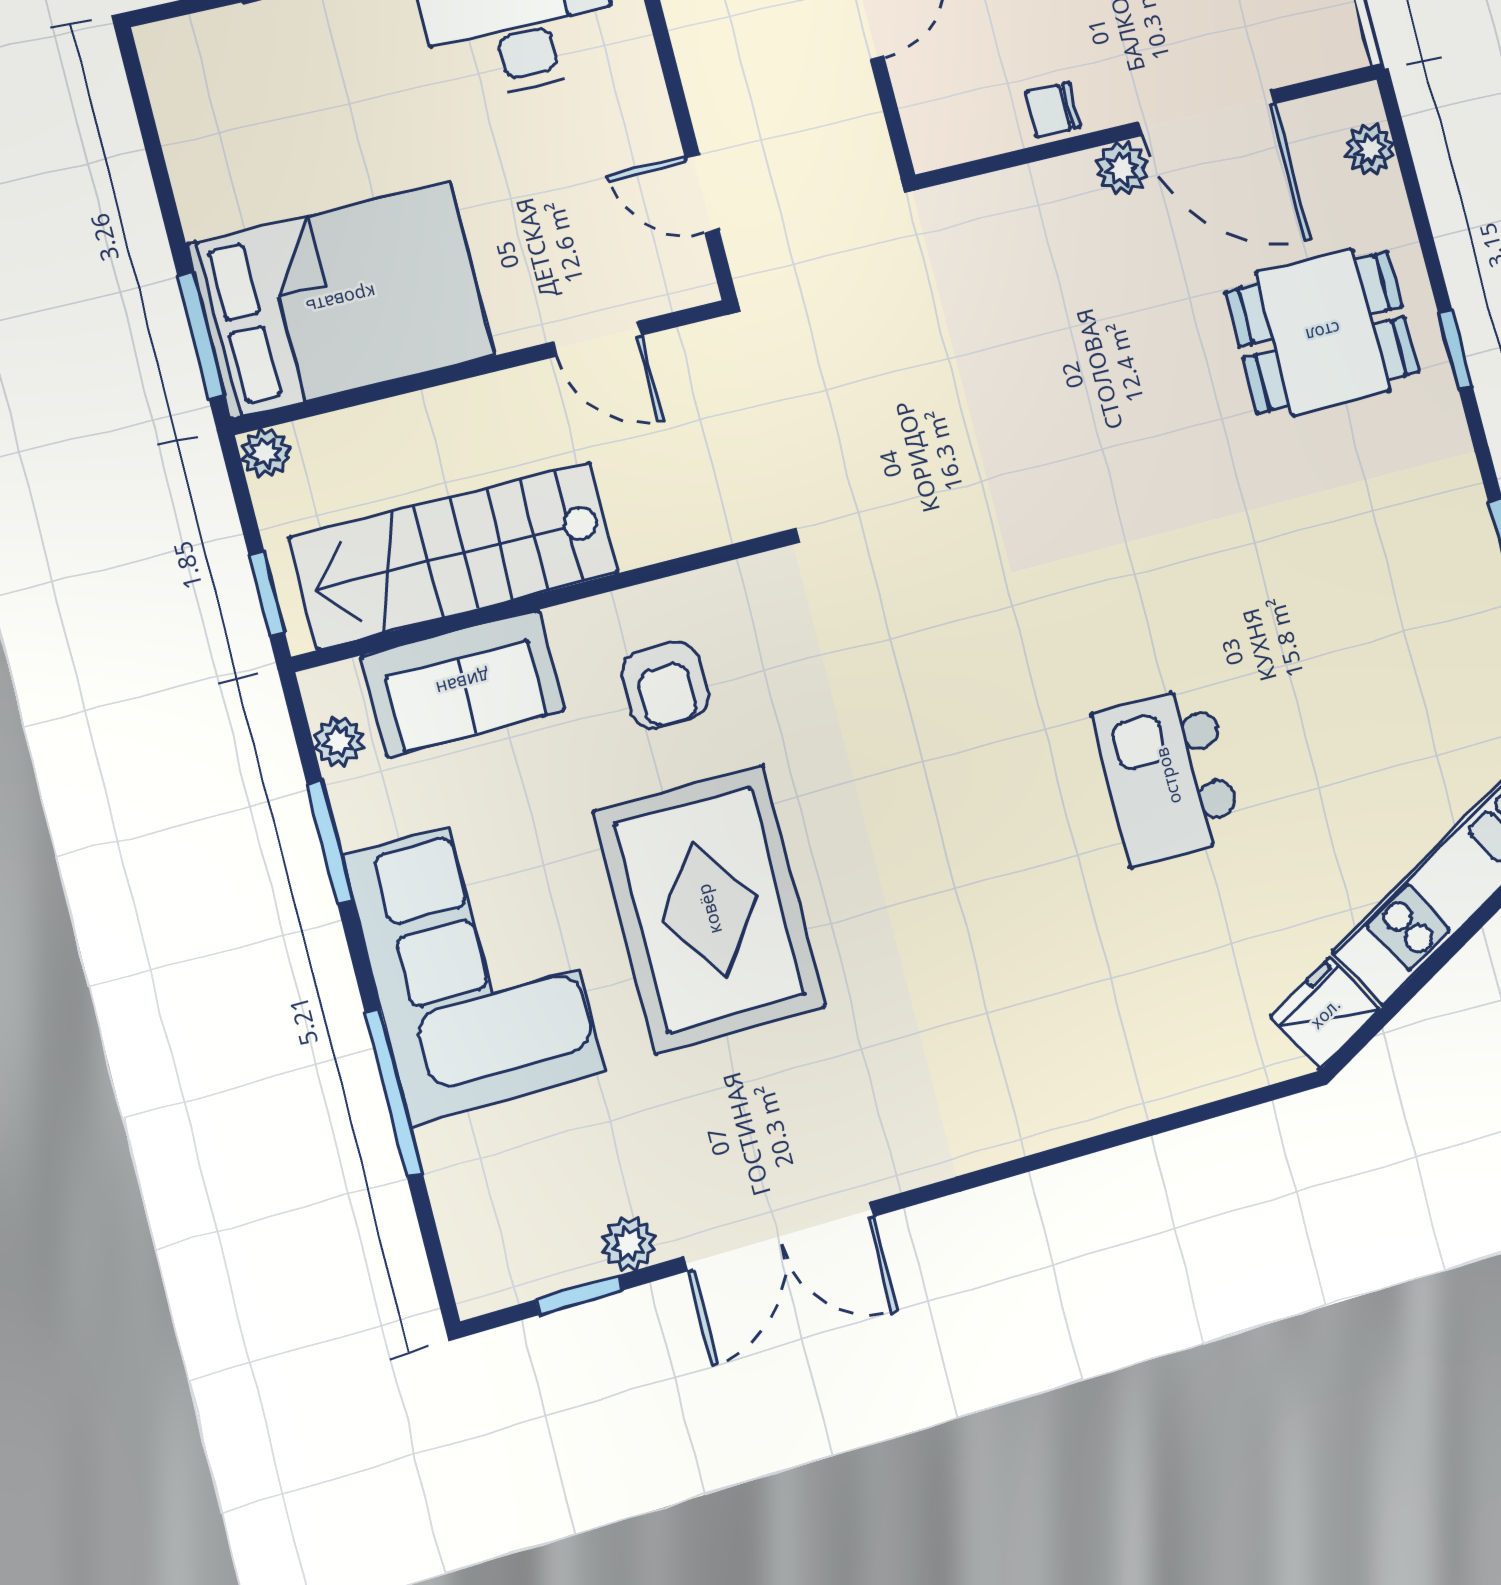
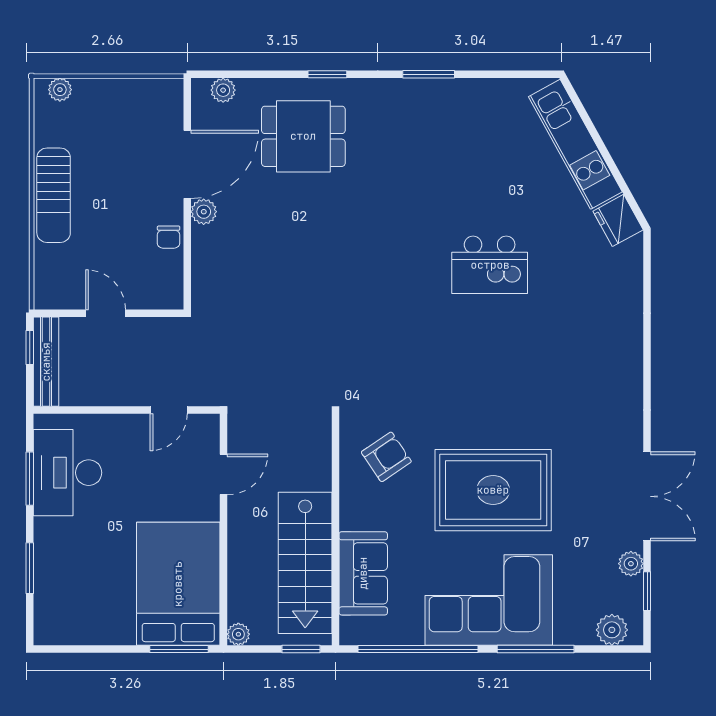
dining table: (1323, 332) -> (303, 136), turned 90
armchair: (665, 685) -> (386, 457), moved, turned -34
plant: (339, 741) -> (612, 630), moved, width x1.38, depth x1.38
window: (330, 842) -> (418, 649), width x2.11

